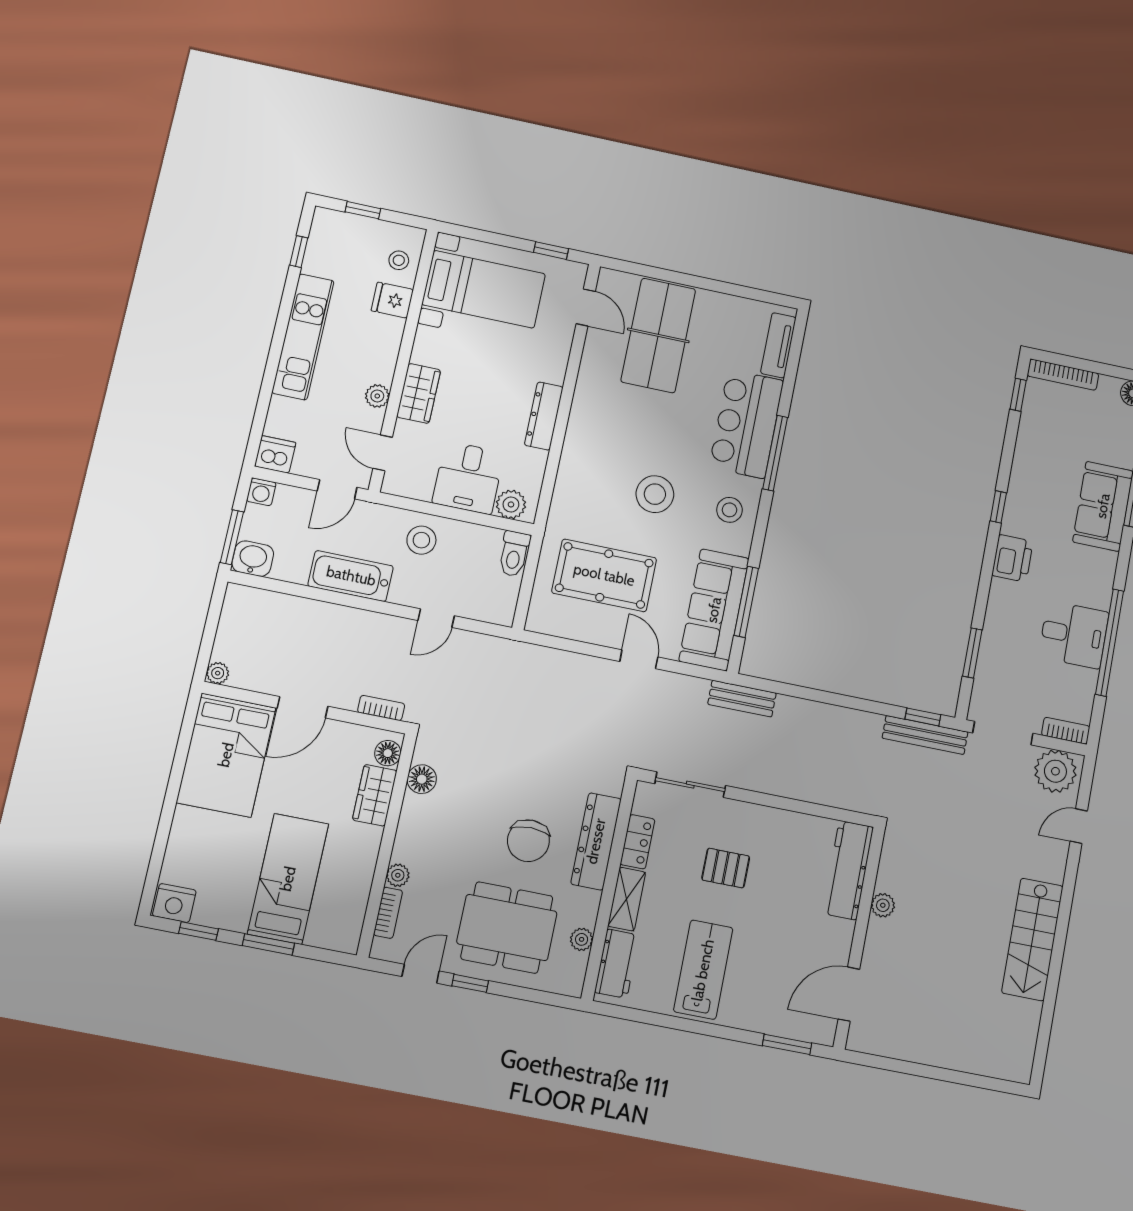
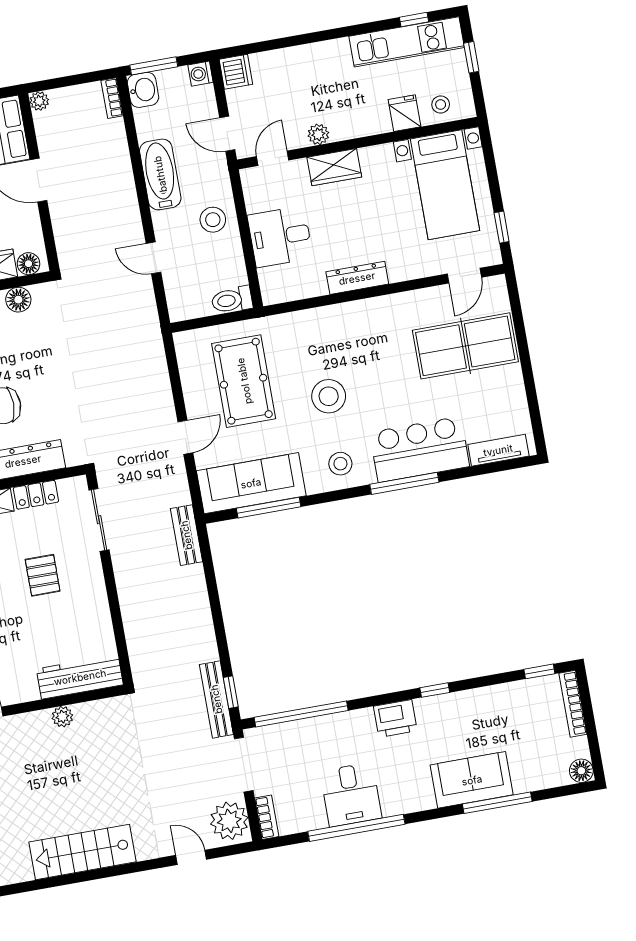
kitchen unit: (303, 337) -> (407, 42), moved
plant: (511, 504) -> (272, 281), removed
window: (972, 653) -> (301, 714), width x2.11
bookcase: (381, 708) -> (112, 98), moved, turned 180

